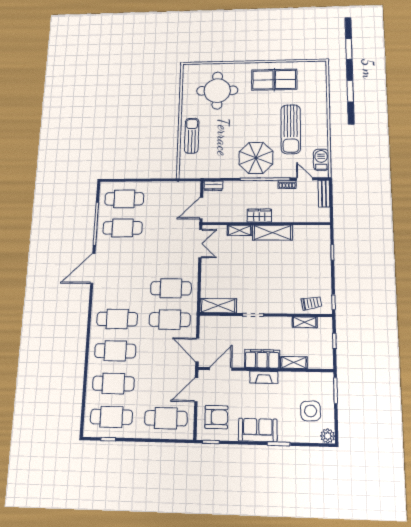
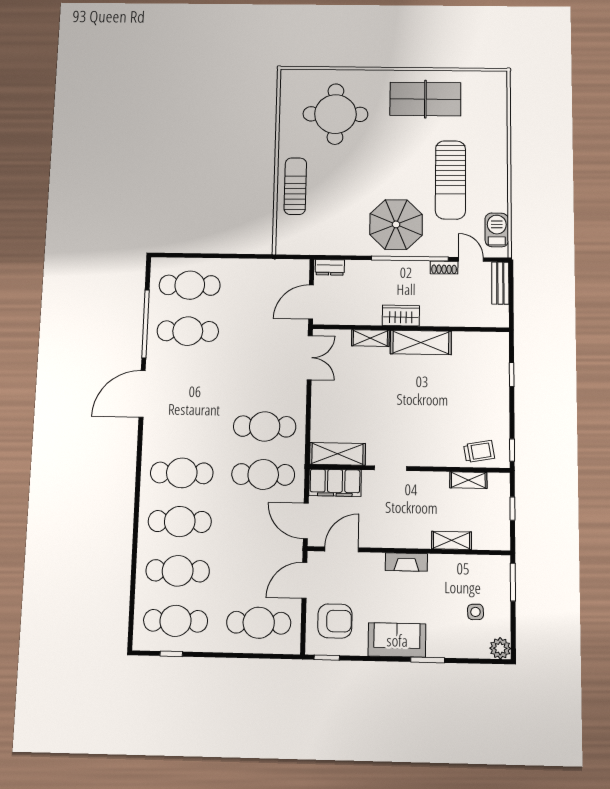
filing cabinet: (262, 359) -> (335, 483), moved, turned 180
side table: (311, 411) -> (475, 612), width x0.54, depth x0.54

